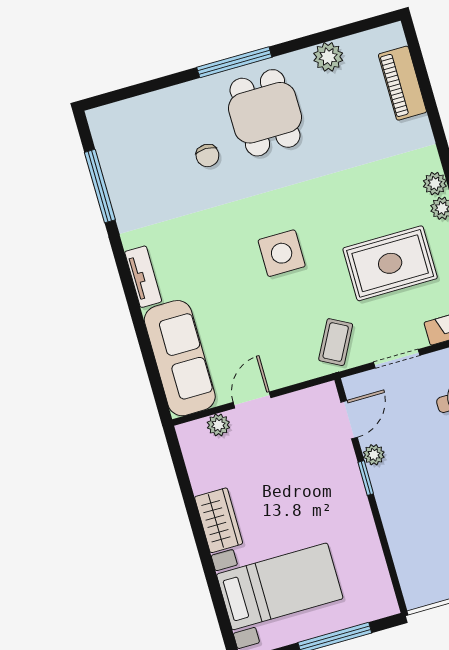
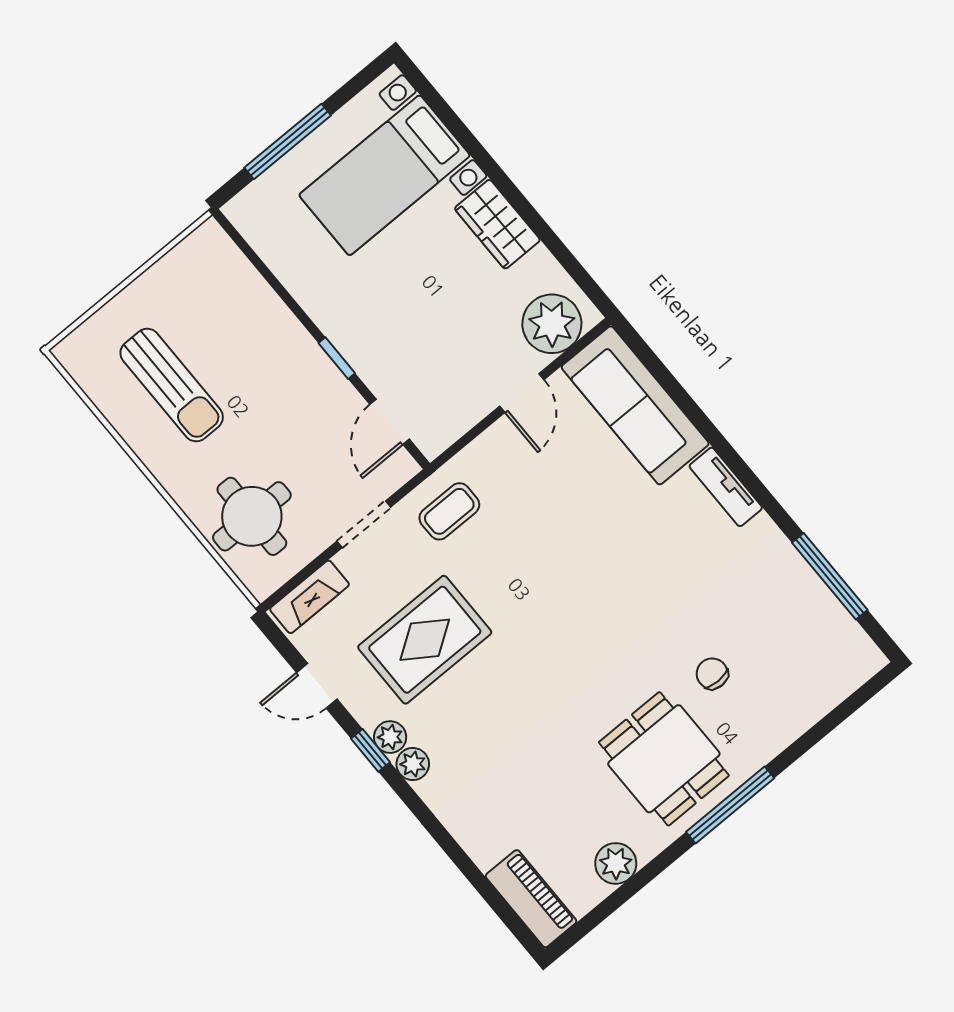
piano: (402, 83) -> (531, 899), moved
side table: (282, 253) -> (566, 593), removed
coffee table: (336, 342) -> (449, 511), turned 62
plant: (218, 425) -> (552, 324), width x1.87, depth x1.87
plant: (374, 455) -> (340, 392), removed

